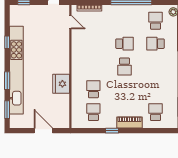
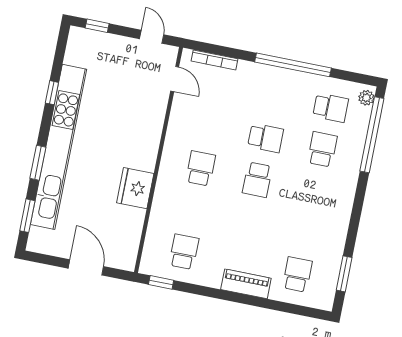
school desk: (156, 21) -> (331, 108), turned 90
school desk: (156, 44) -> (322, 149), turned 90
school desk: (93, 89) -> (201, 168), moved
window: (112, 131) -> (161, 282), moved

